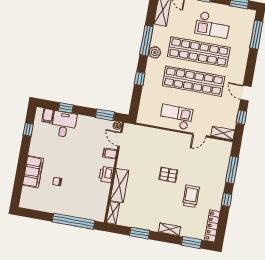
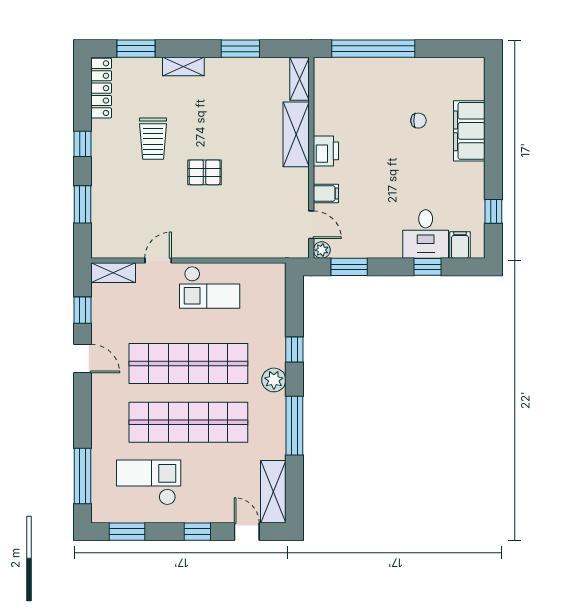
checkout: (213, 25) -> (149, 482), moved
plant: (155, 53) -> (274, 380), moved
window: (232, 170) -> (82, 204), width x0.69

